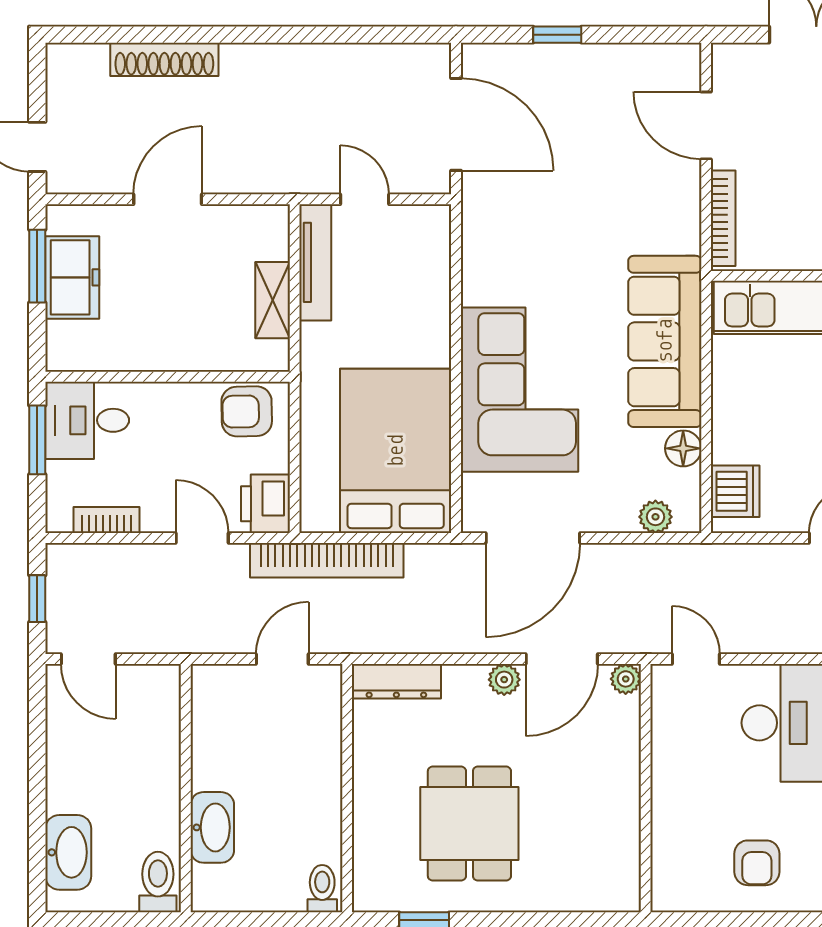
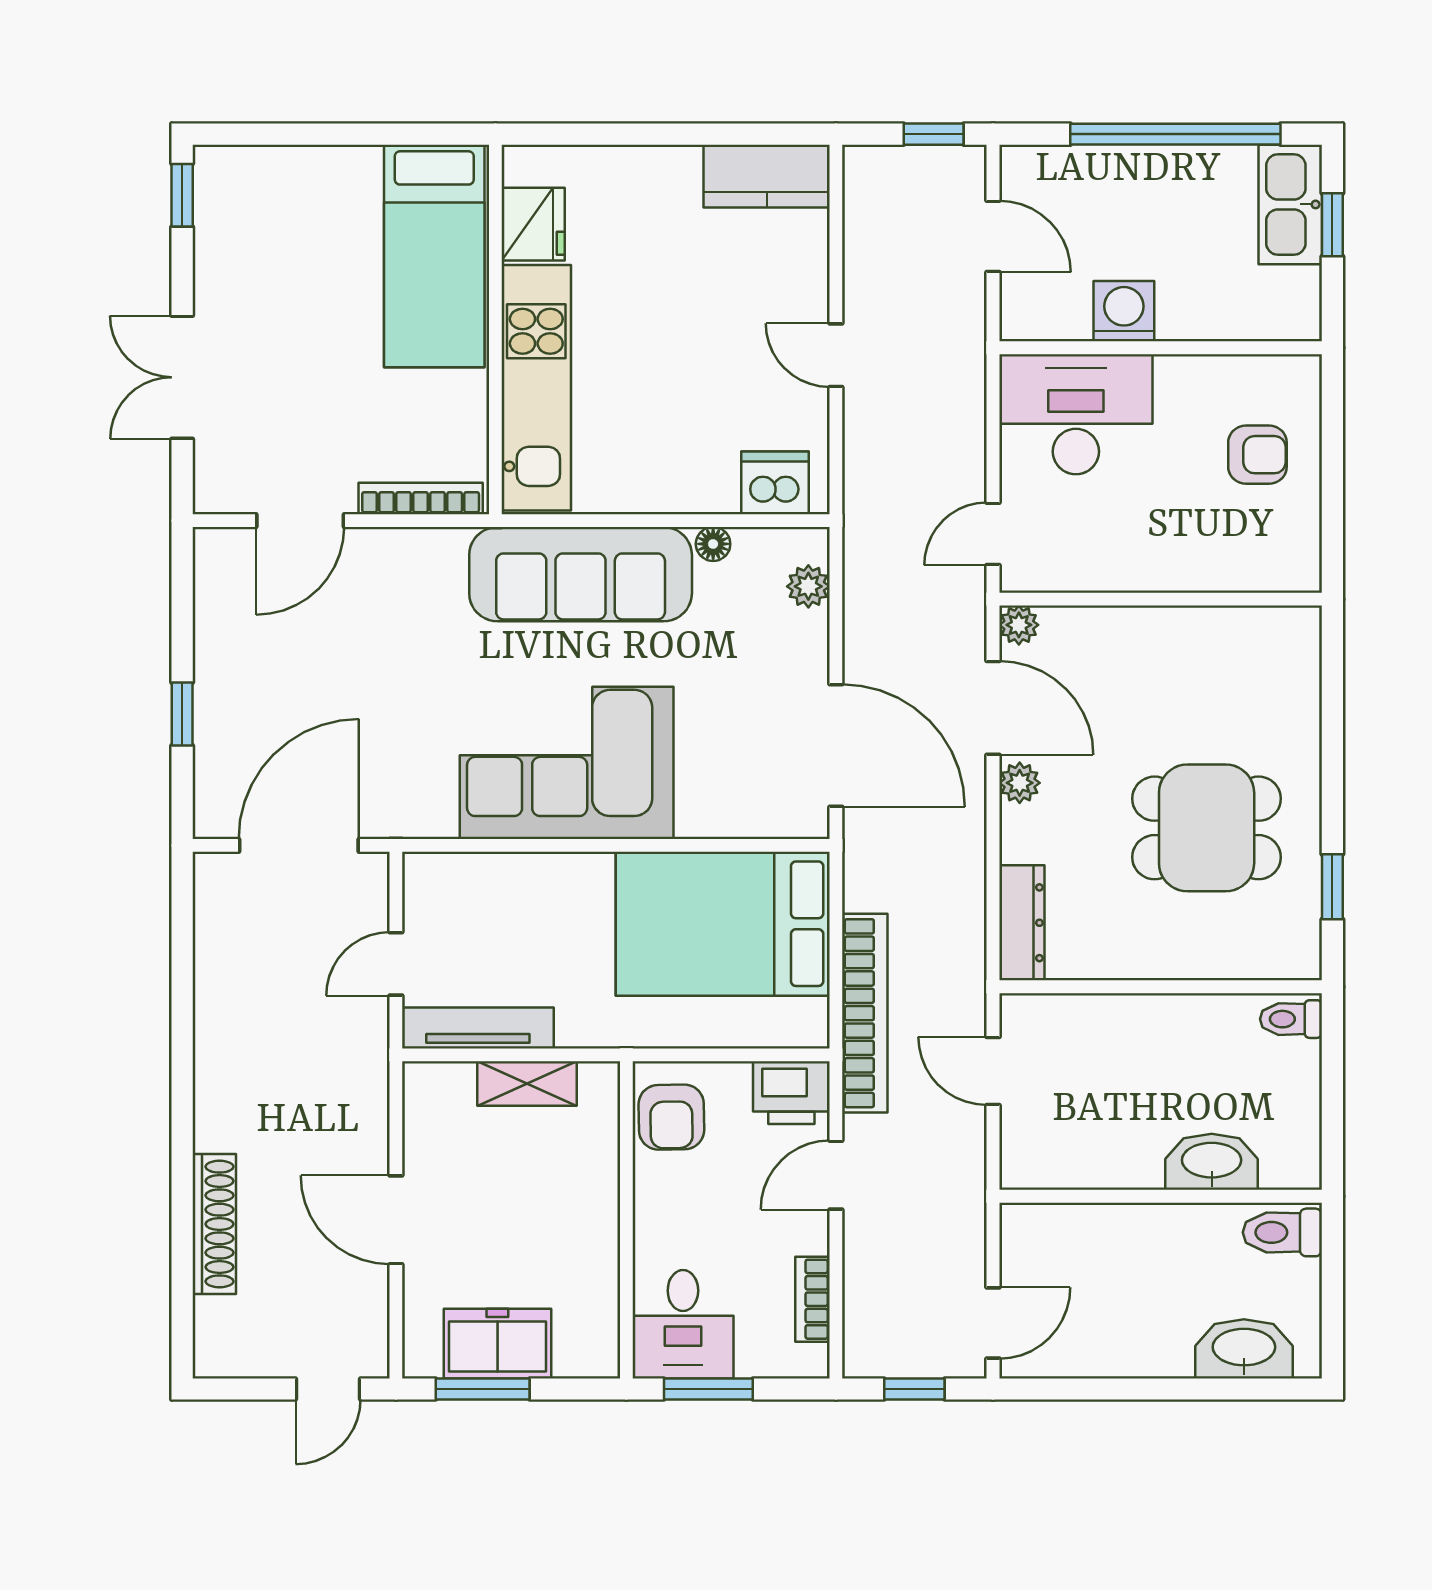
corner sofa: (520, 390) -> (567, 763), moved
floor lamp: (683, 448) -> (713, 544), width x0.73, depth x0.73

